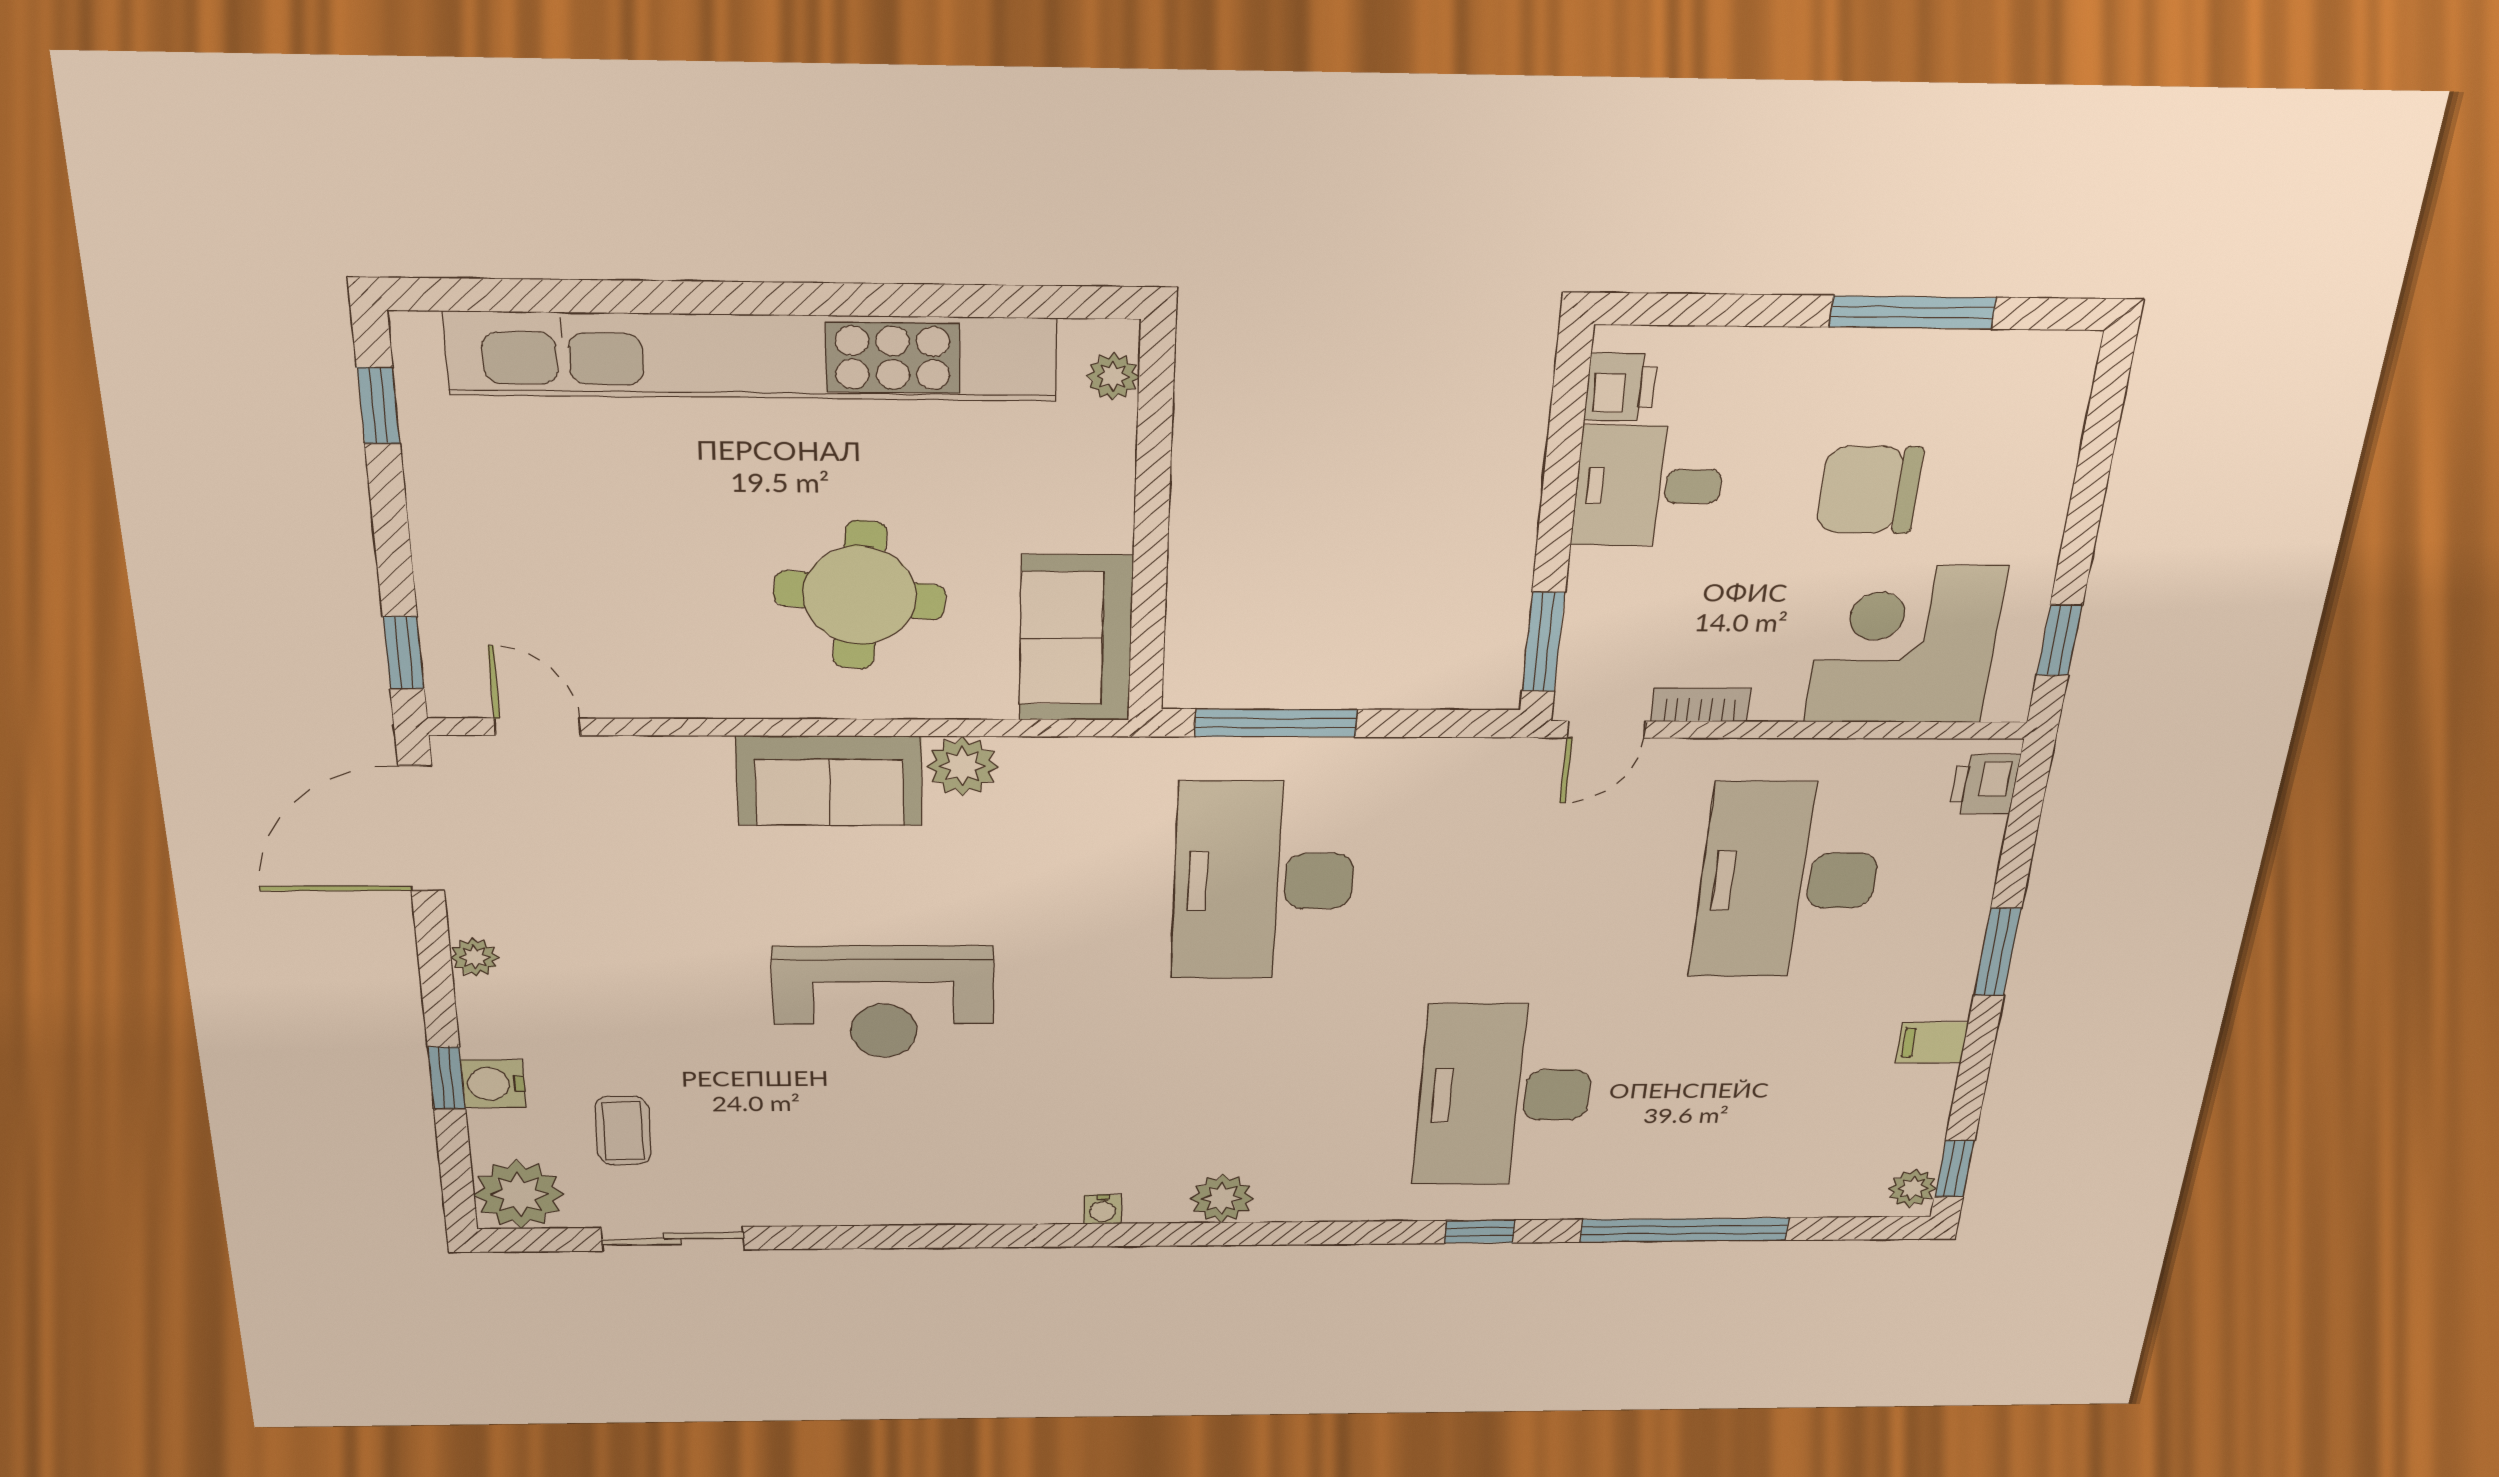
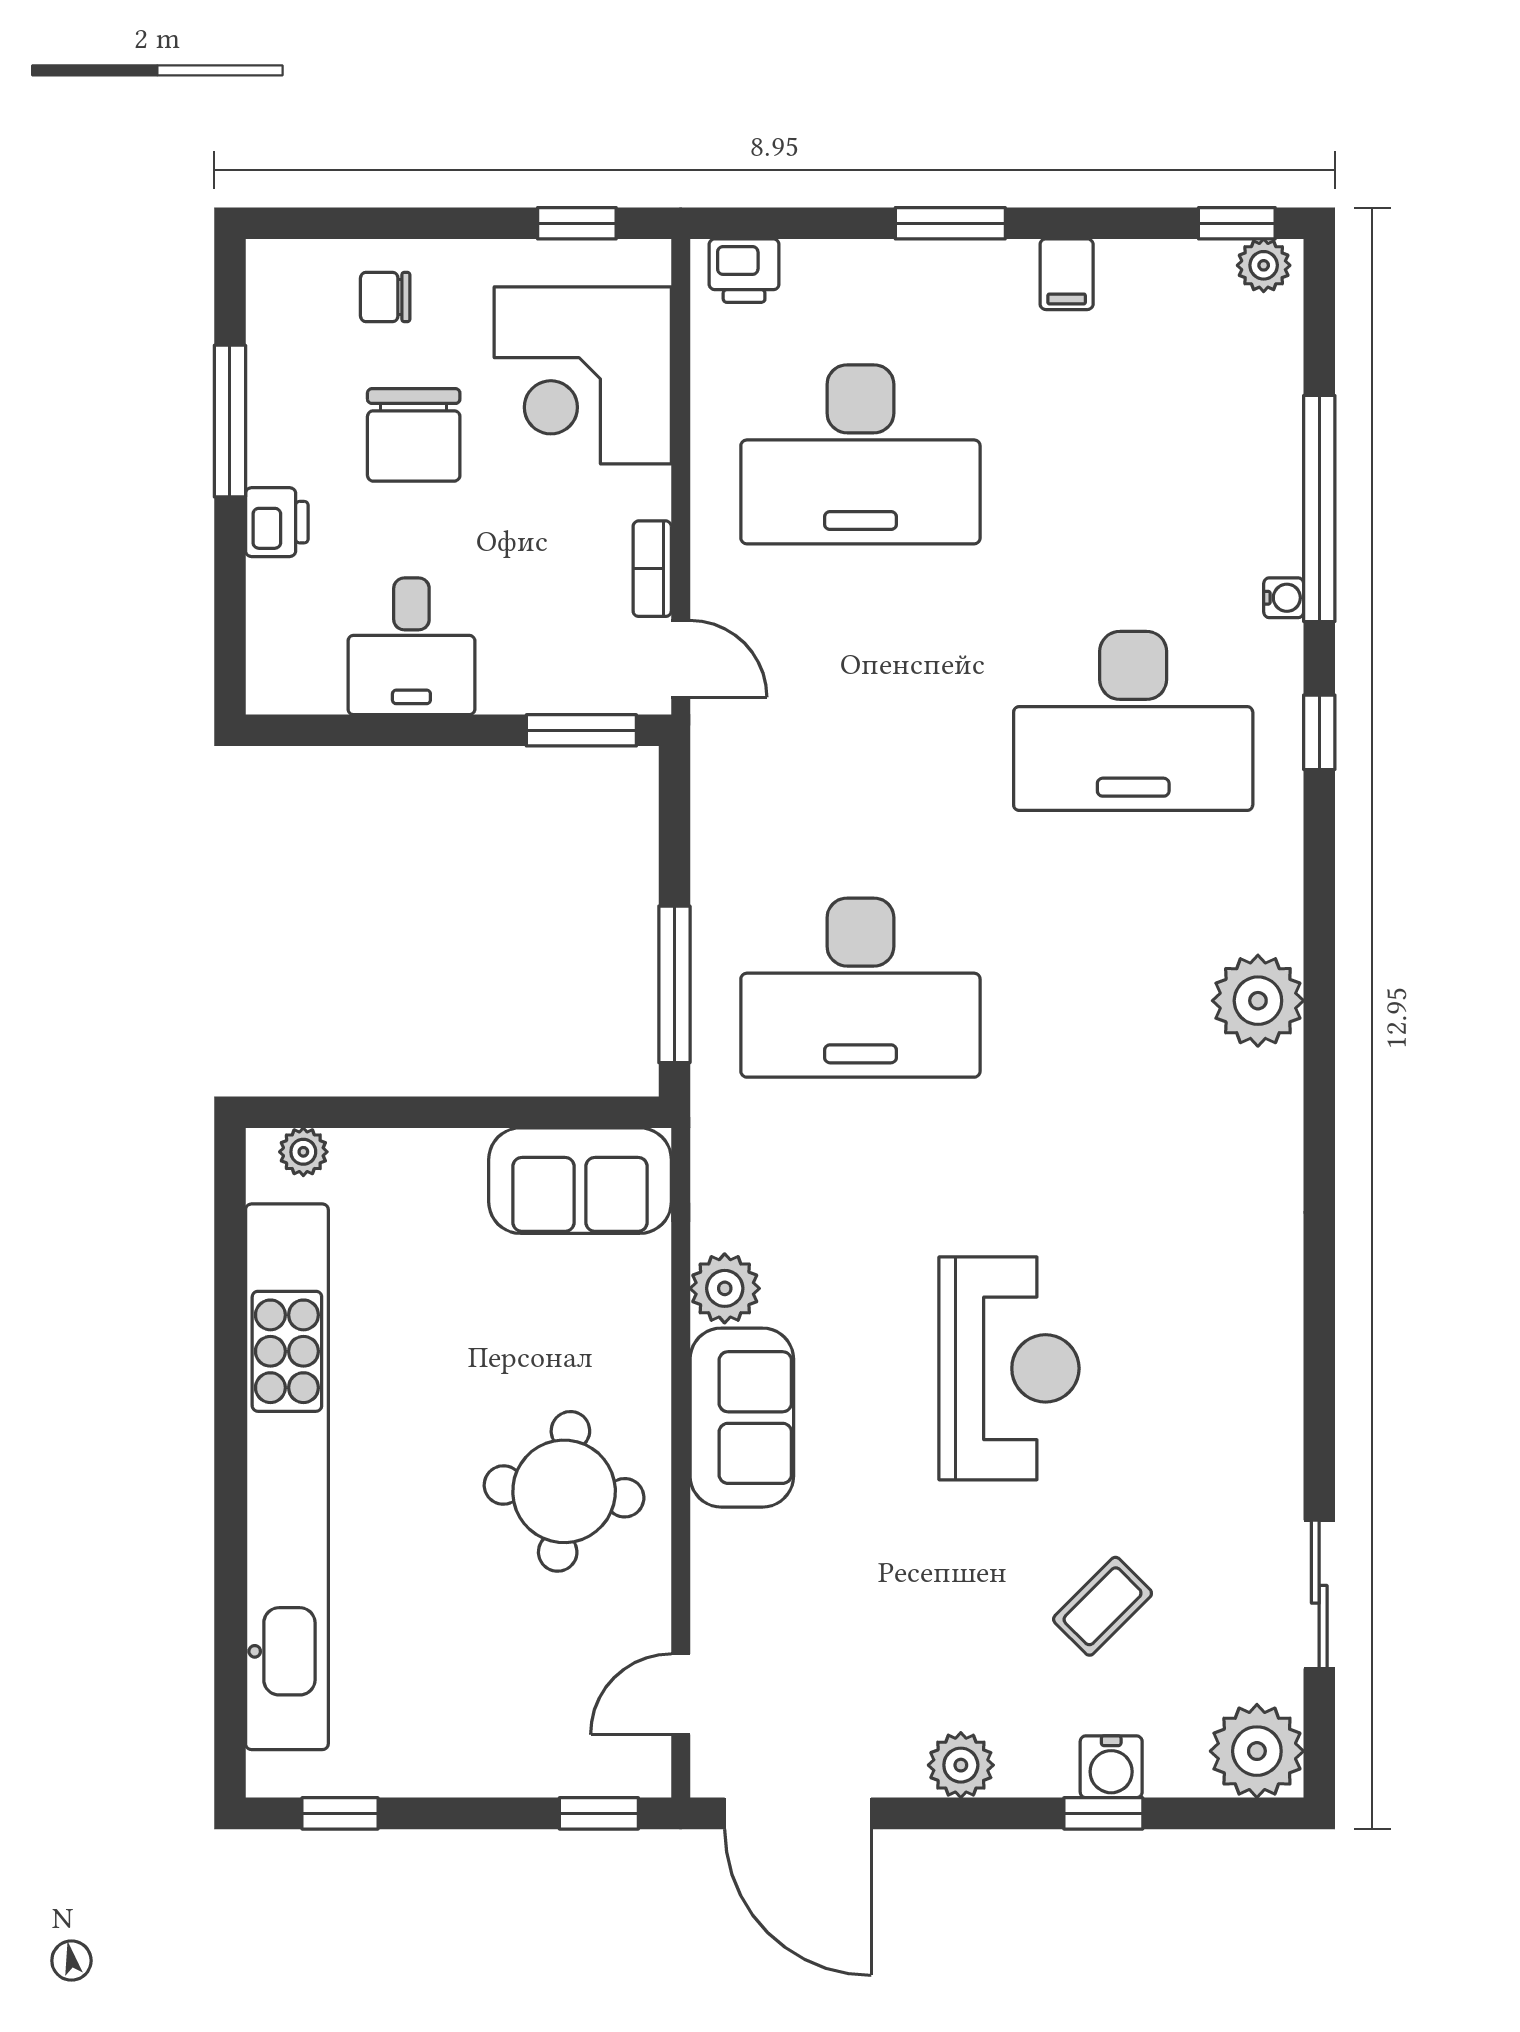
printer: (1621, 387) -> (277, 522), moved, turned 90
chair: (2018, 464) -> (385, 297), added
round table: (860, 595) -> (564, 1491), moved
plant: (474, 957) -> (961, 1765), width x1.38, depth x1.38
coffee table: (623, 1131) -> (1103, 1606), moved, turned -45
plant: (1222, 1198) -> (1258, 1001), width x1.36, depth x1.36
water cooler: (1103, 1209) -> (1284, 598), moved

